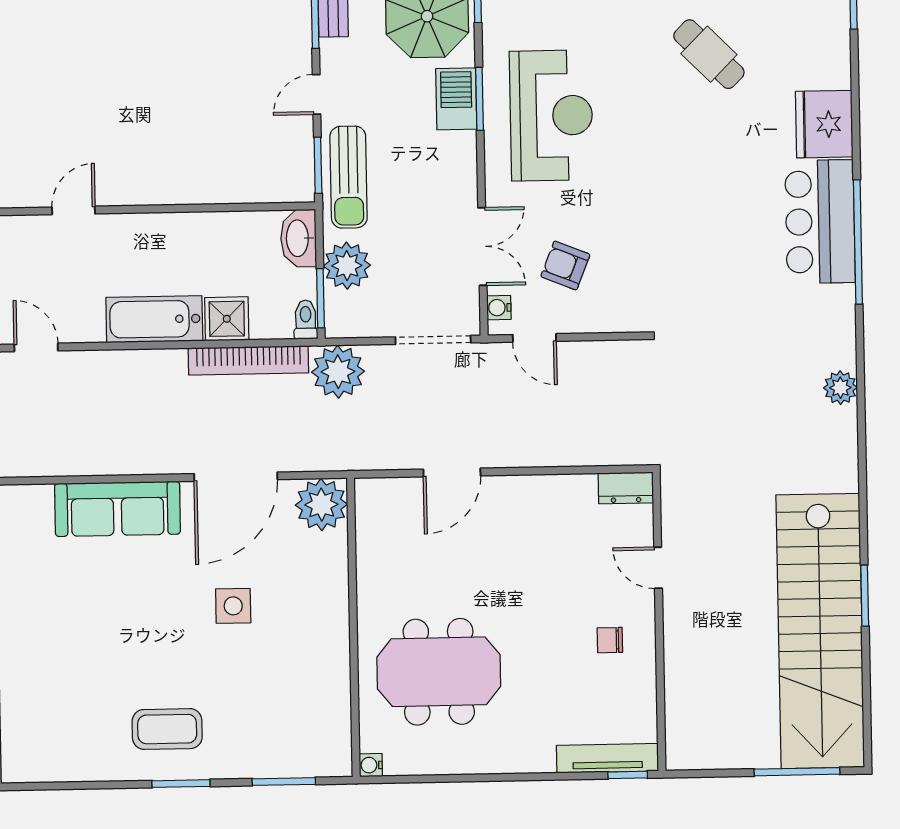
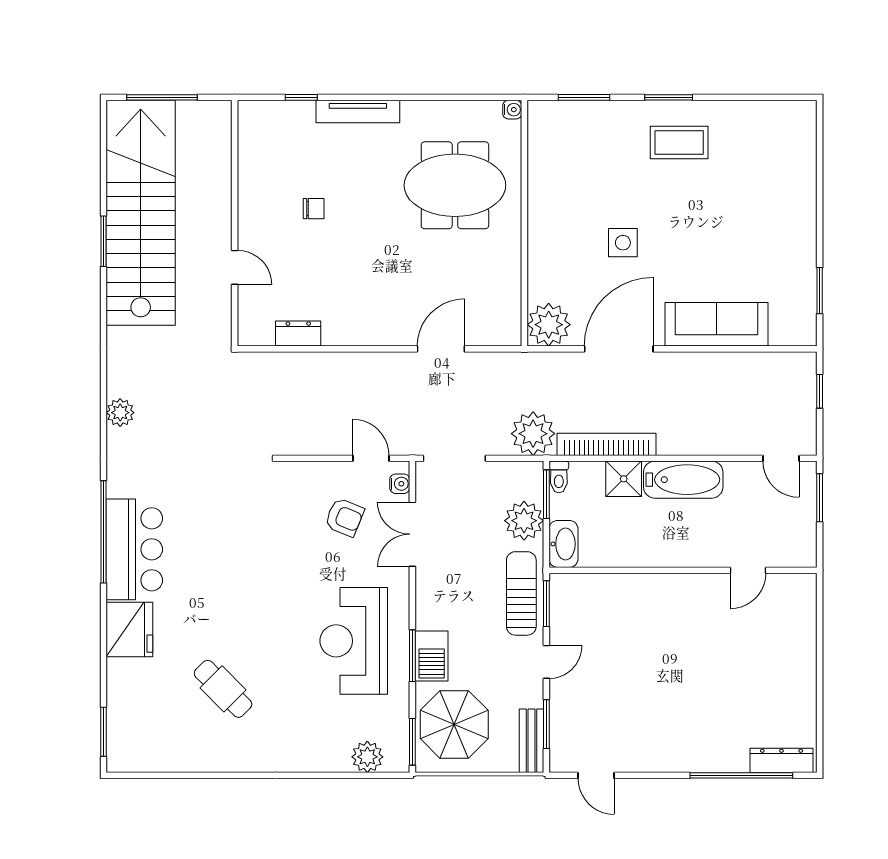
door: (658, 568) -> (235, 267), moved
wall: (659, 621) -> (235, 223), moved
tv unit: (608, 758) -> (358, 112), moved

